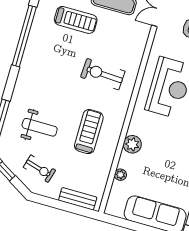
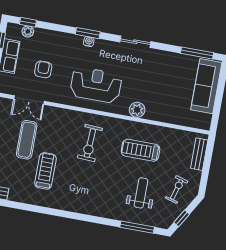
window: (24, 36) -> (64, 214), removed
plant: (132, 144) -> (137, 110), moved
plant: (120, 175) -> (175, 119), removed

